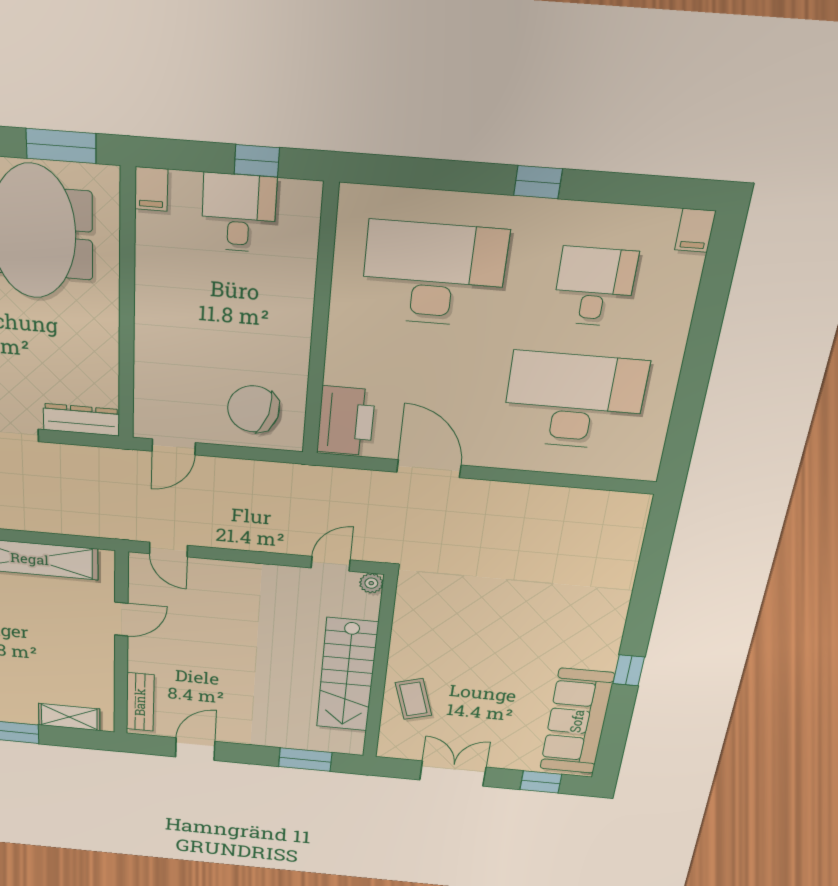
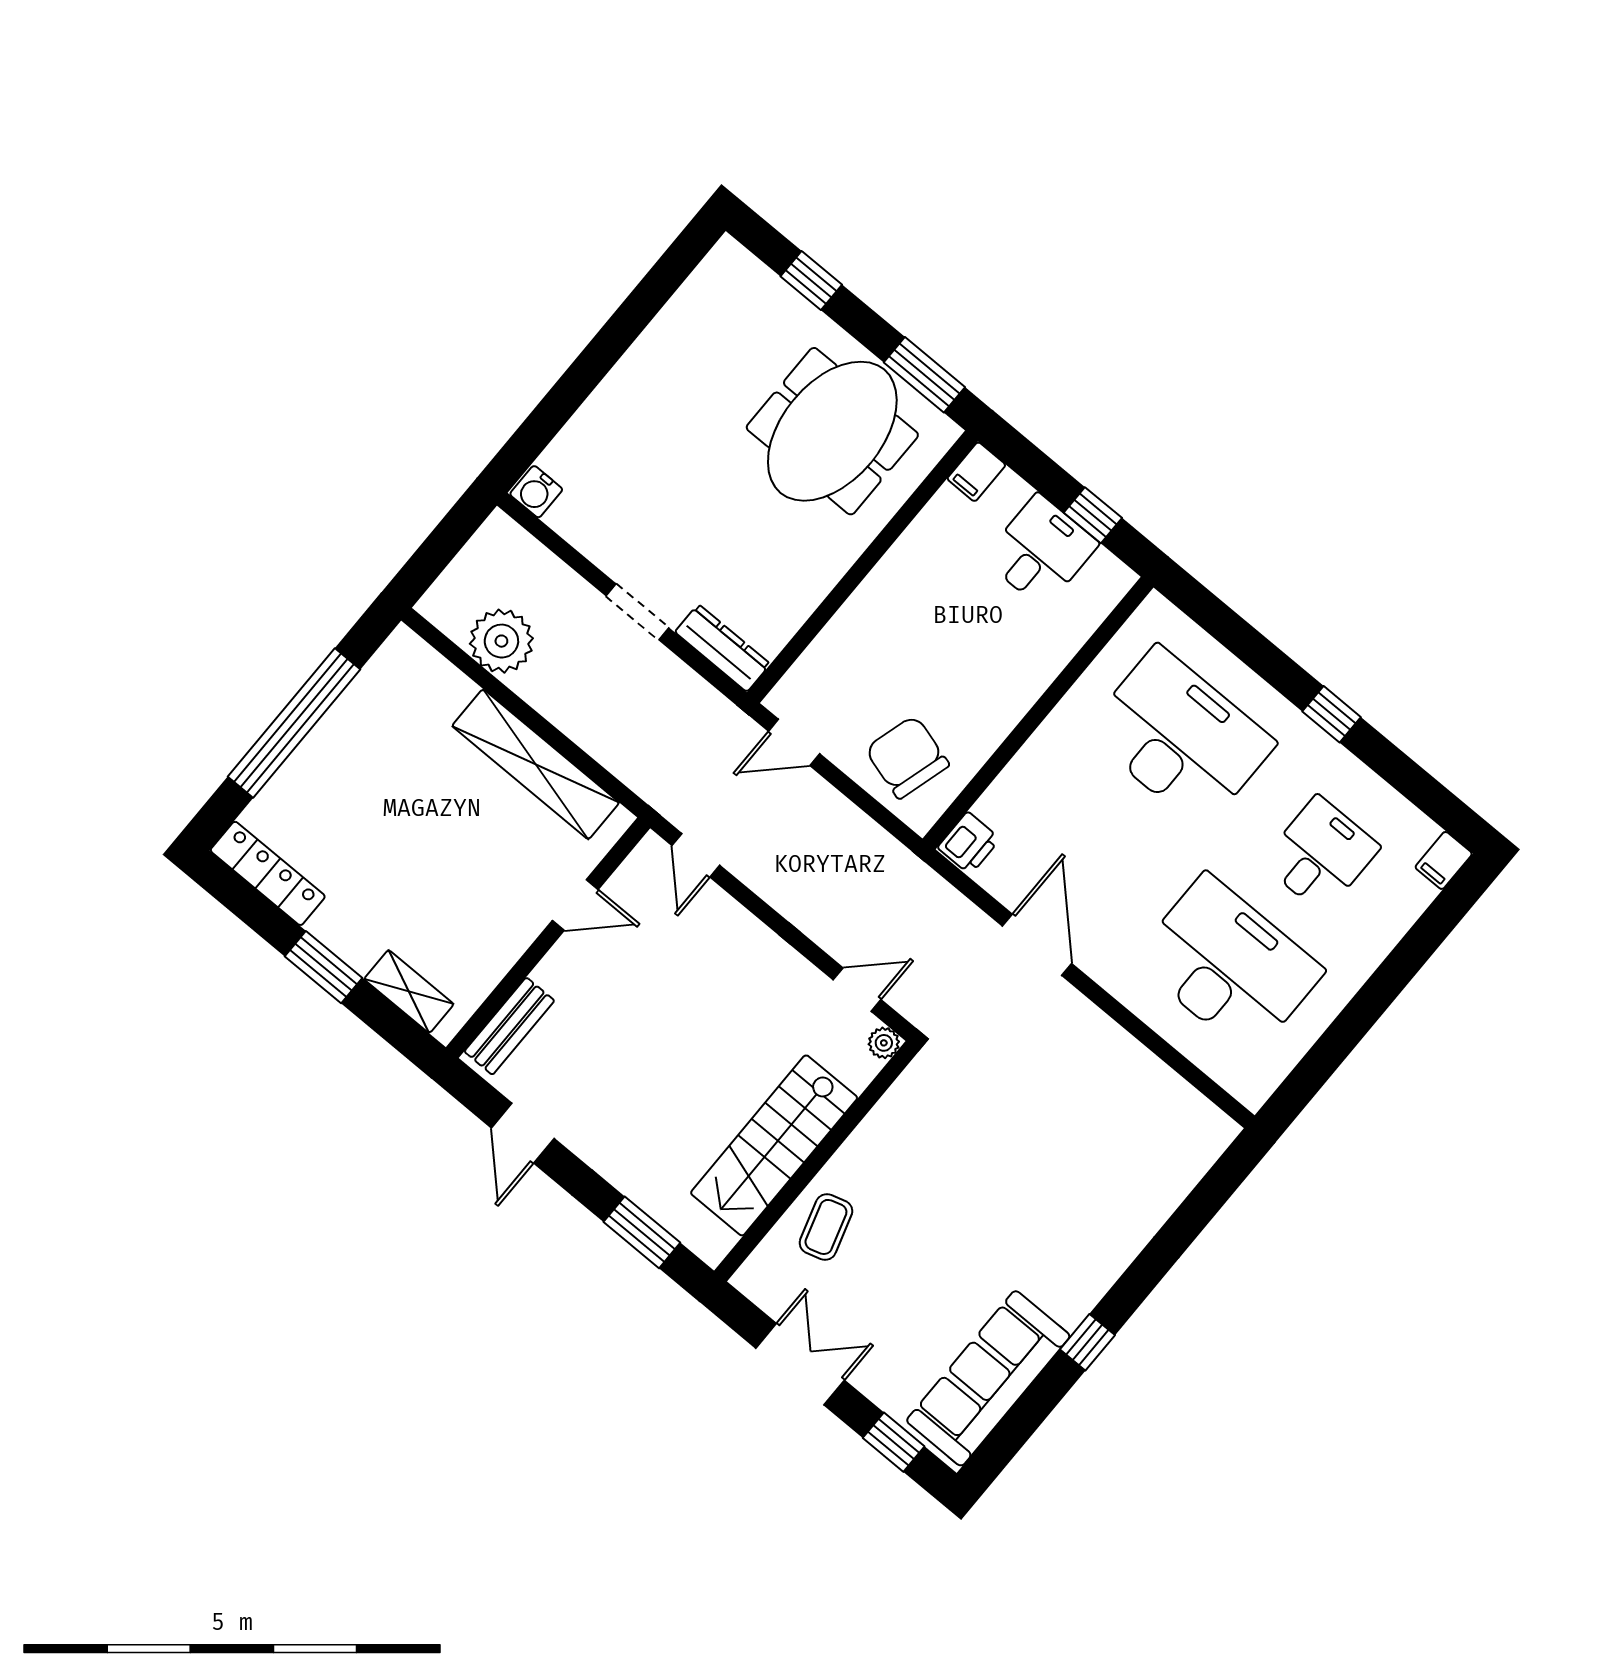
printer: (346, 421) -> (969, 843), width x0.53, depth x0.68
door: (195, 749) -> (523, 1133), swing flipped

